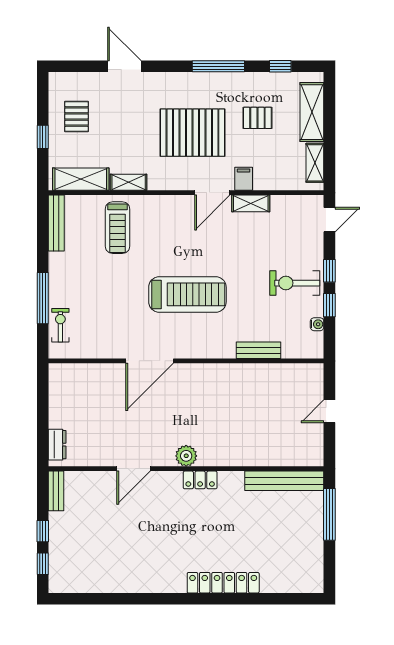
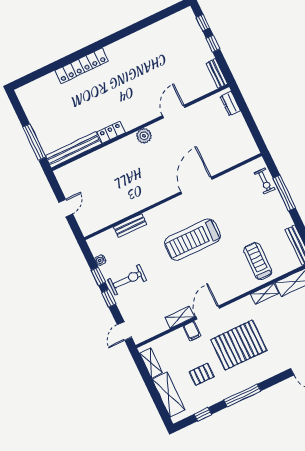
locker: (200, 480) -> (111, 132), moved

